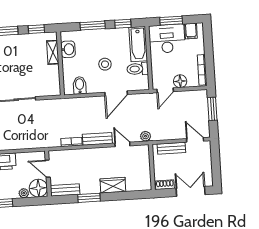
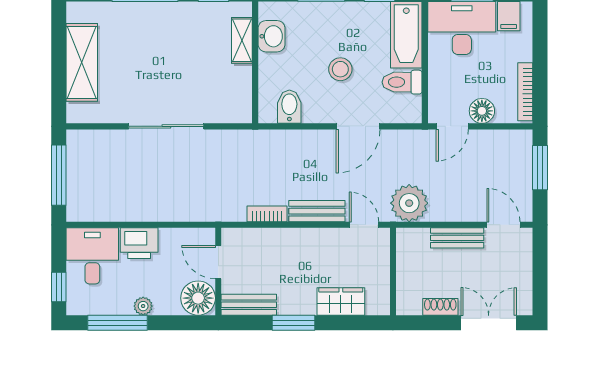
plant: (146, 136) -> (409, 203), width x1.87, depth x1.87
wall: (152, 167) -> (393, 272), moved
plant: (24, 193) -> (143, 306), moved

